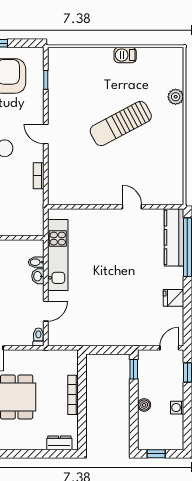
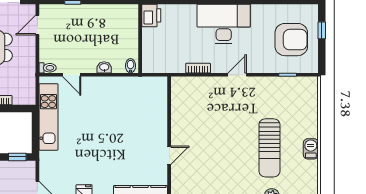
sun lounger: (121, 124) -> (269, 148), moved, turned -152
kitchen unit: (58, 255) -> (48, 117), moved, turned -90
bidet: (36, 262) -> (131, 66), moved

